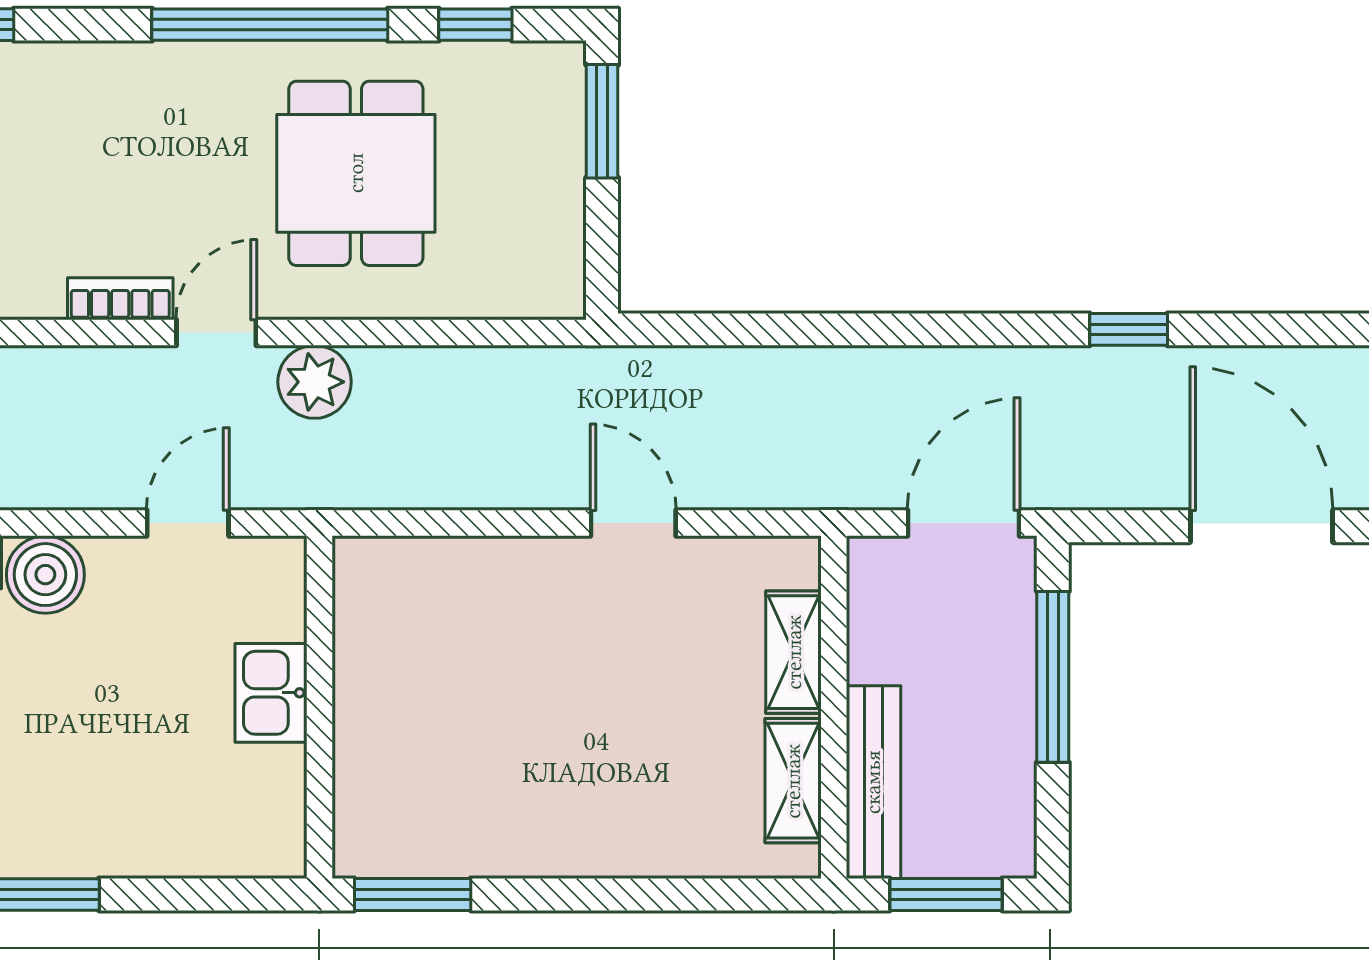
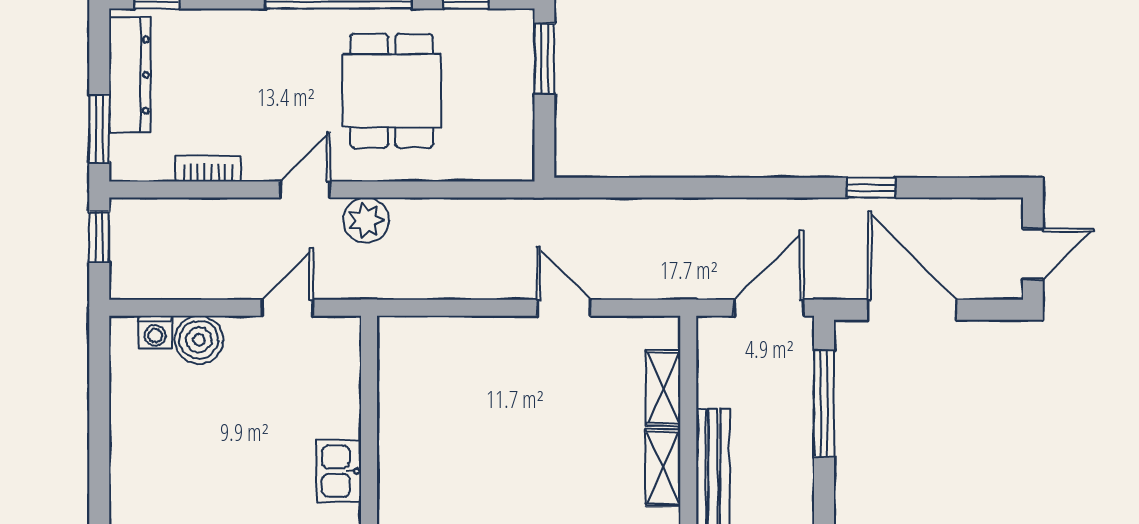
bookcase: (120, 299) -> (208, 169), moved
door: (1262, 526) -> (912, 310), moved
kitchen sink: (271, 693) -> (339, 471), moved

